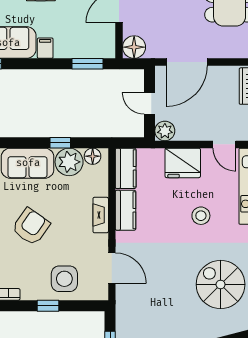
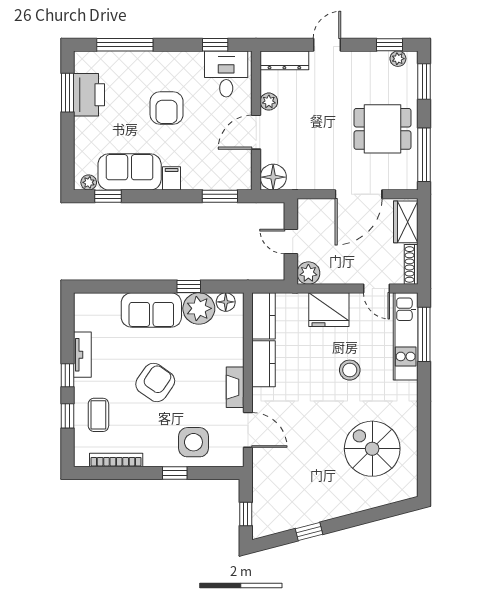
door: (187, 62) -> (359, 194), moved
fireplace: (101, 215) -> (235, 387), moved

